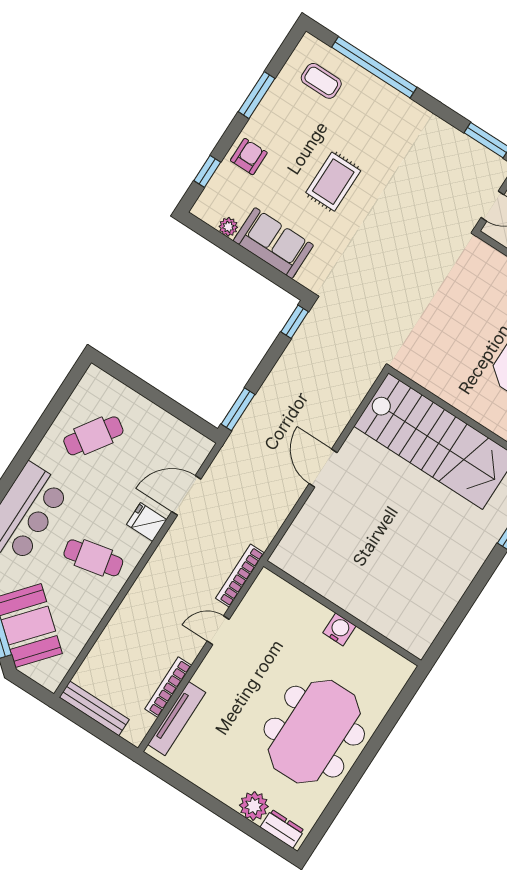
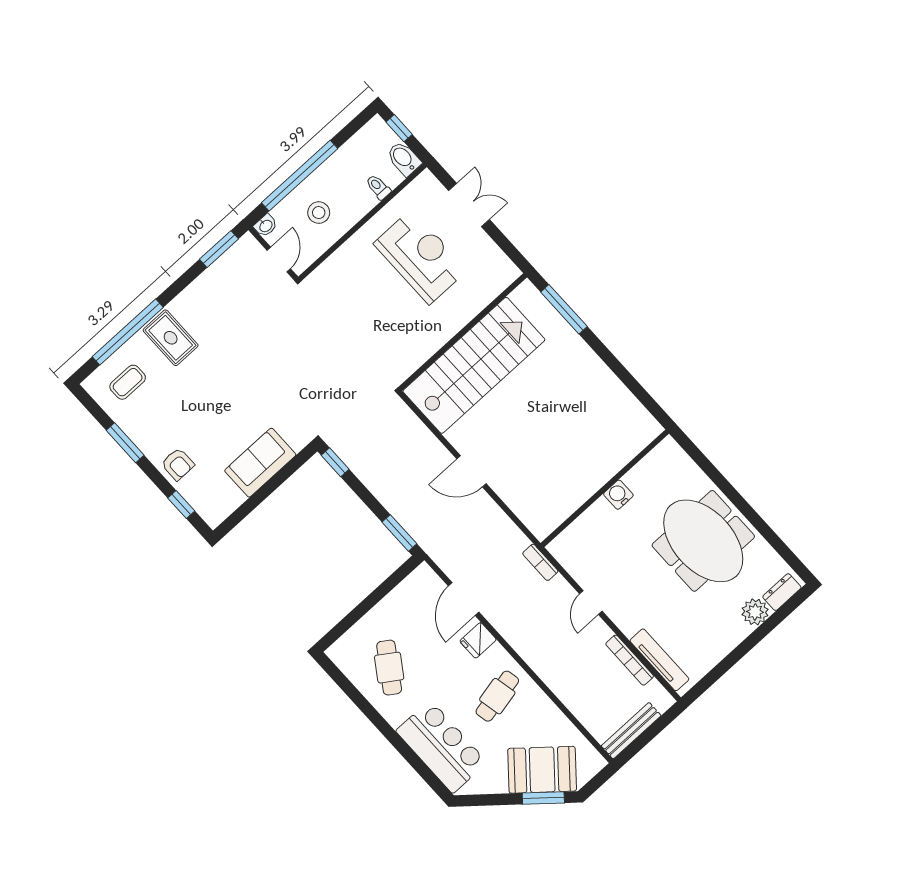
armchair: (249, 157) -> (178, 464), turned 180
rug: (333, 182) -> (171, 338), moved
plant: (228, 227) -> (235, 499), removed
bookcase: (240, 576) -> (540, 562), width x0.64

